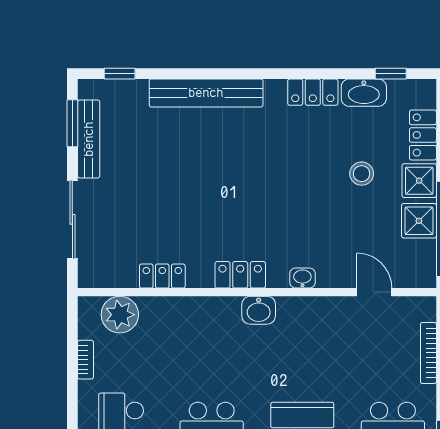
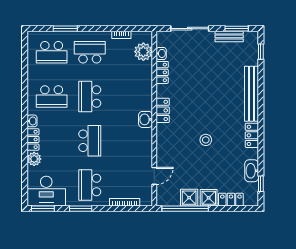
locker: (313, 92) -> (252, 135), moved
bench: (89, 139) -> (229, 36), width x0.73
stool: (362, 174) -> (206, 140), moved
washbasin: (302, 278) -> (161, 53), moved

